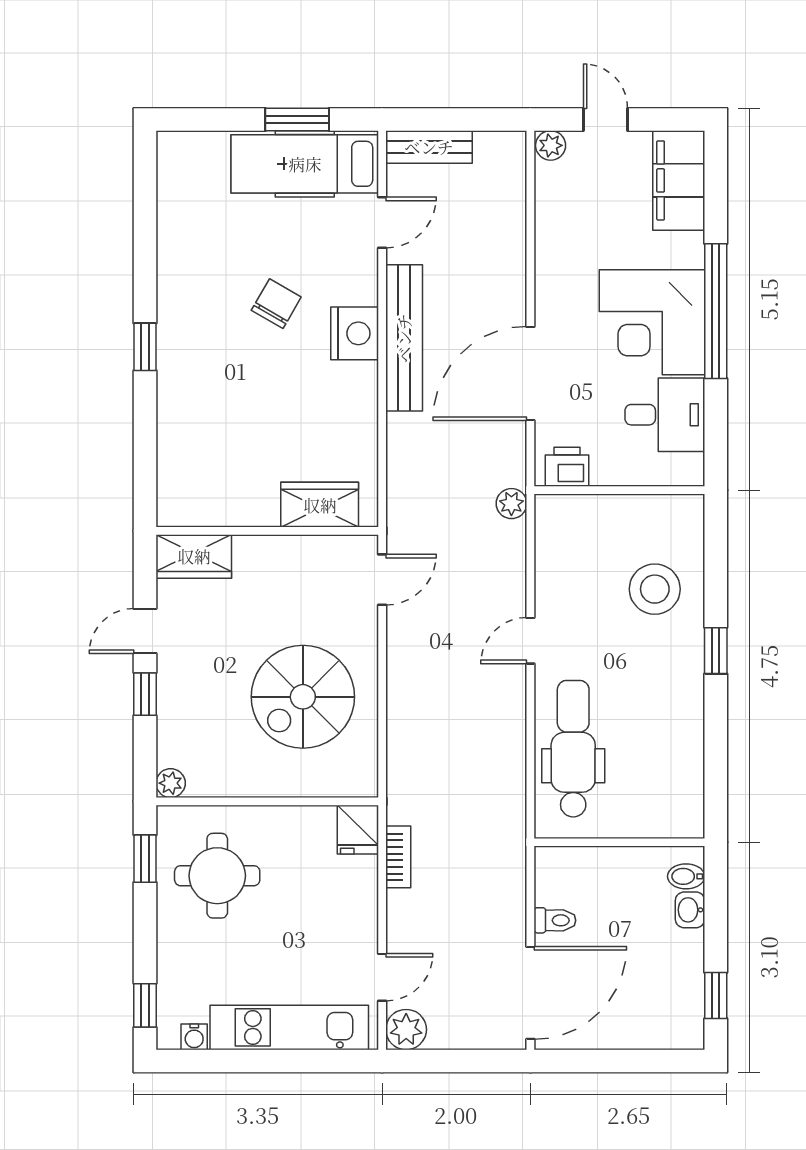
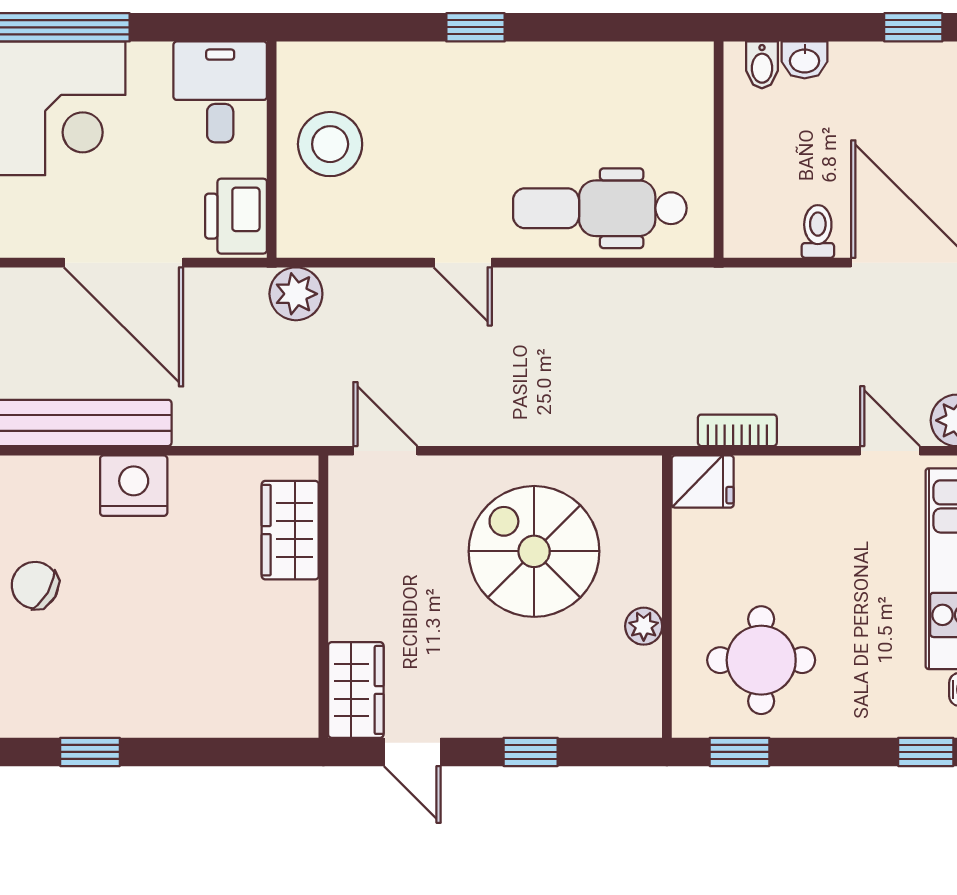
nightstand: (355, 333) -> (134, 486), moved
desk: (665, 415) -> (220, 92), moved
printer: (567, 467) -> (236, 216), width x1.36, depth x1.24
plant: (511, 504) -> (296, 294), width x1.38, depth x1.38
stool: (655, 589) -> (330, 144), moved
door: (145, 631) -> (412, 752), moved
spiral stairs: (303, 697) -> (534, 551), turned 180
plant: (171, 783) -> (644, 626), moved

